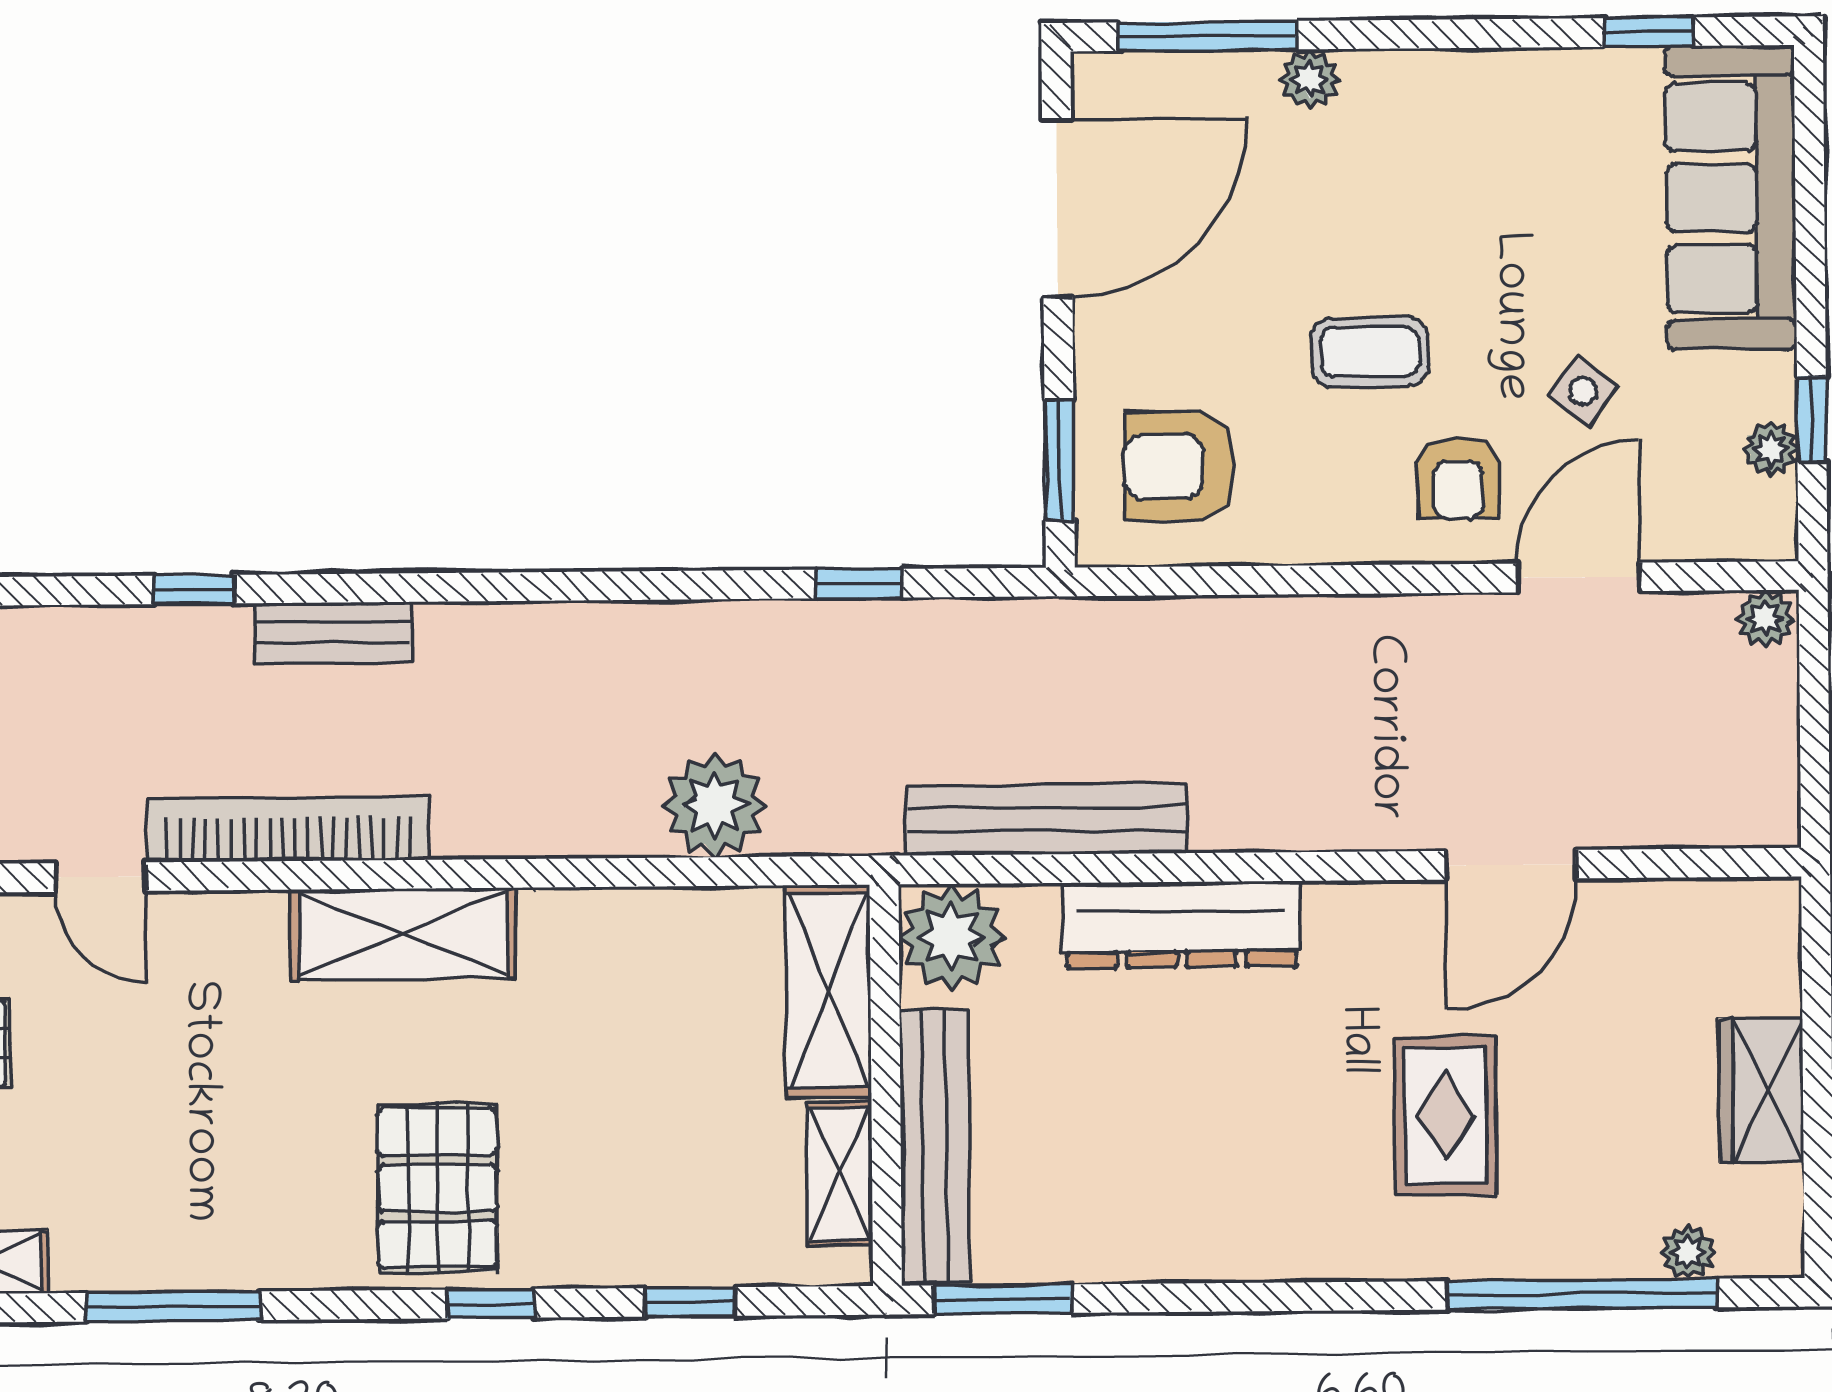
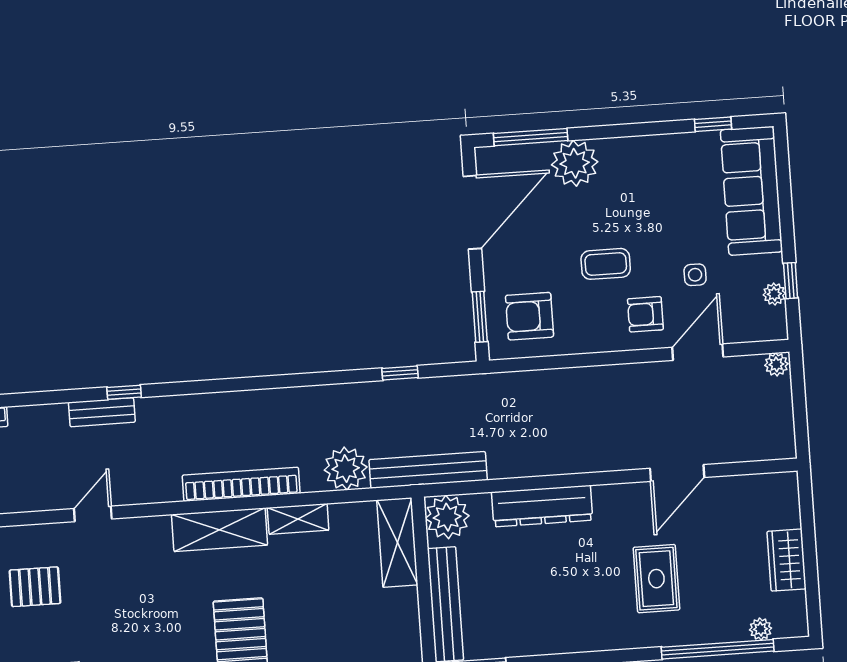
plant: (1310, 79) -> (575, 163), width x1.87, depth x1.87
side table: (1583, 391) -> (695, 275), turned -37
armchair: (1458, 479) -> (645, 314), turned 90
bench: (333, 633) -> (102, 412), moved
bench: (1046, 820) -> (428, 470), moved
bookcase: (289, 829) -> (241, 484), moved
door: (101, 877) -> (93, 514), swing flipped
shelving: (840, 1174) -> (298, 519), moved, turned 90

